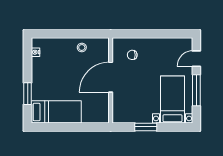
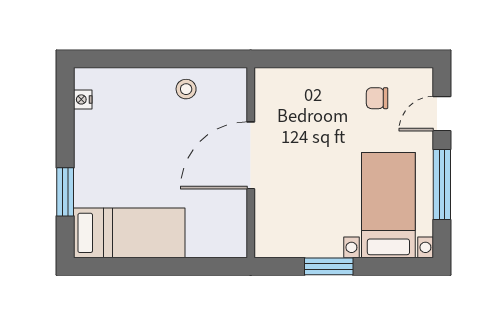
chair: (132, 55) -> (377, 98), moved

